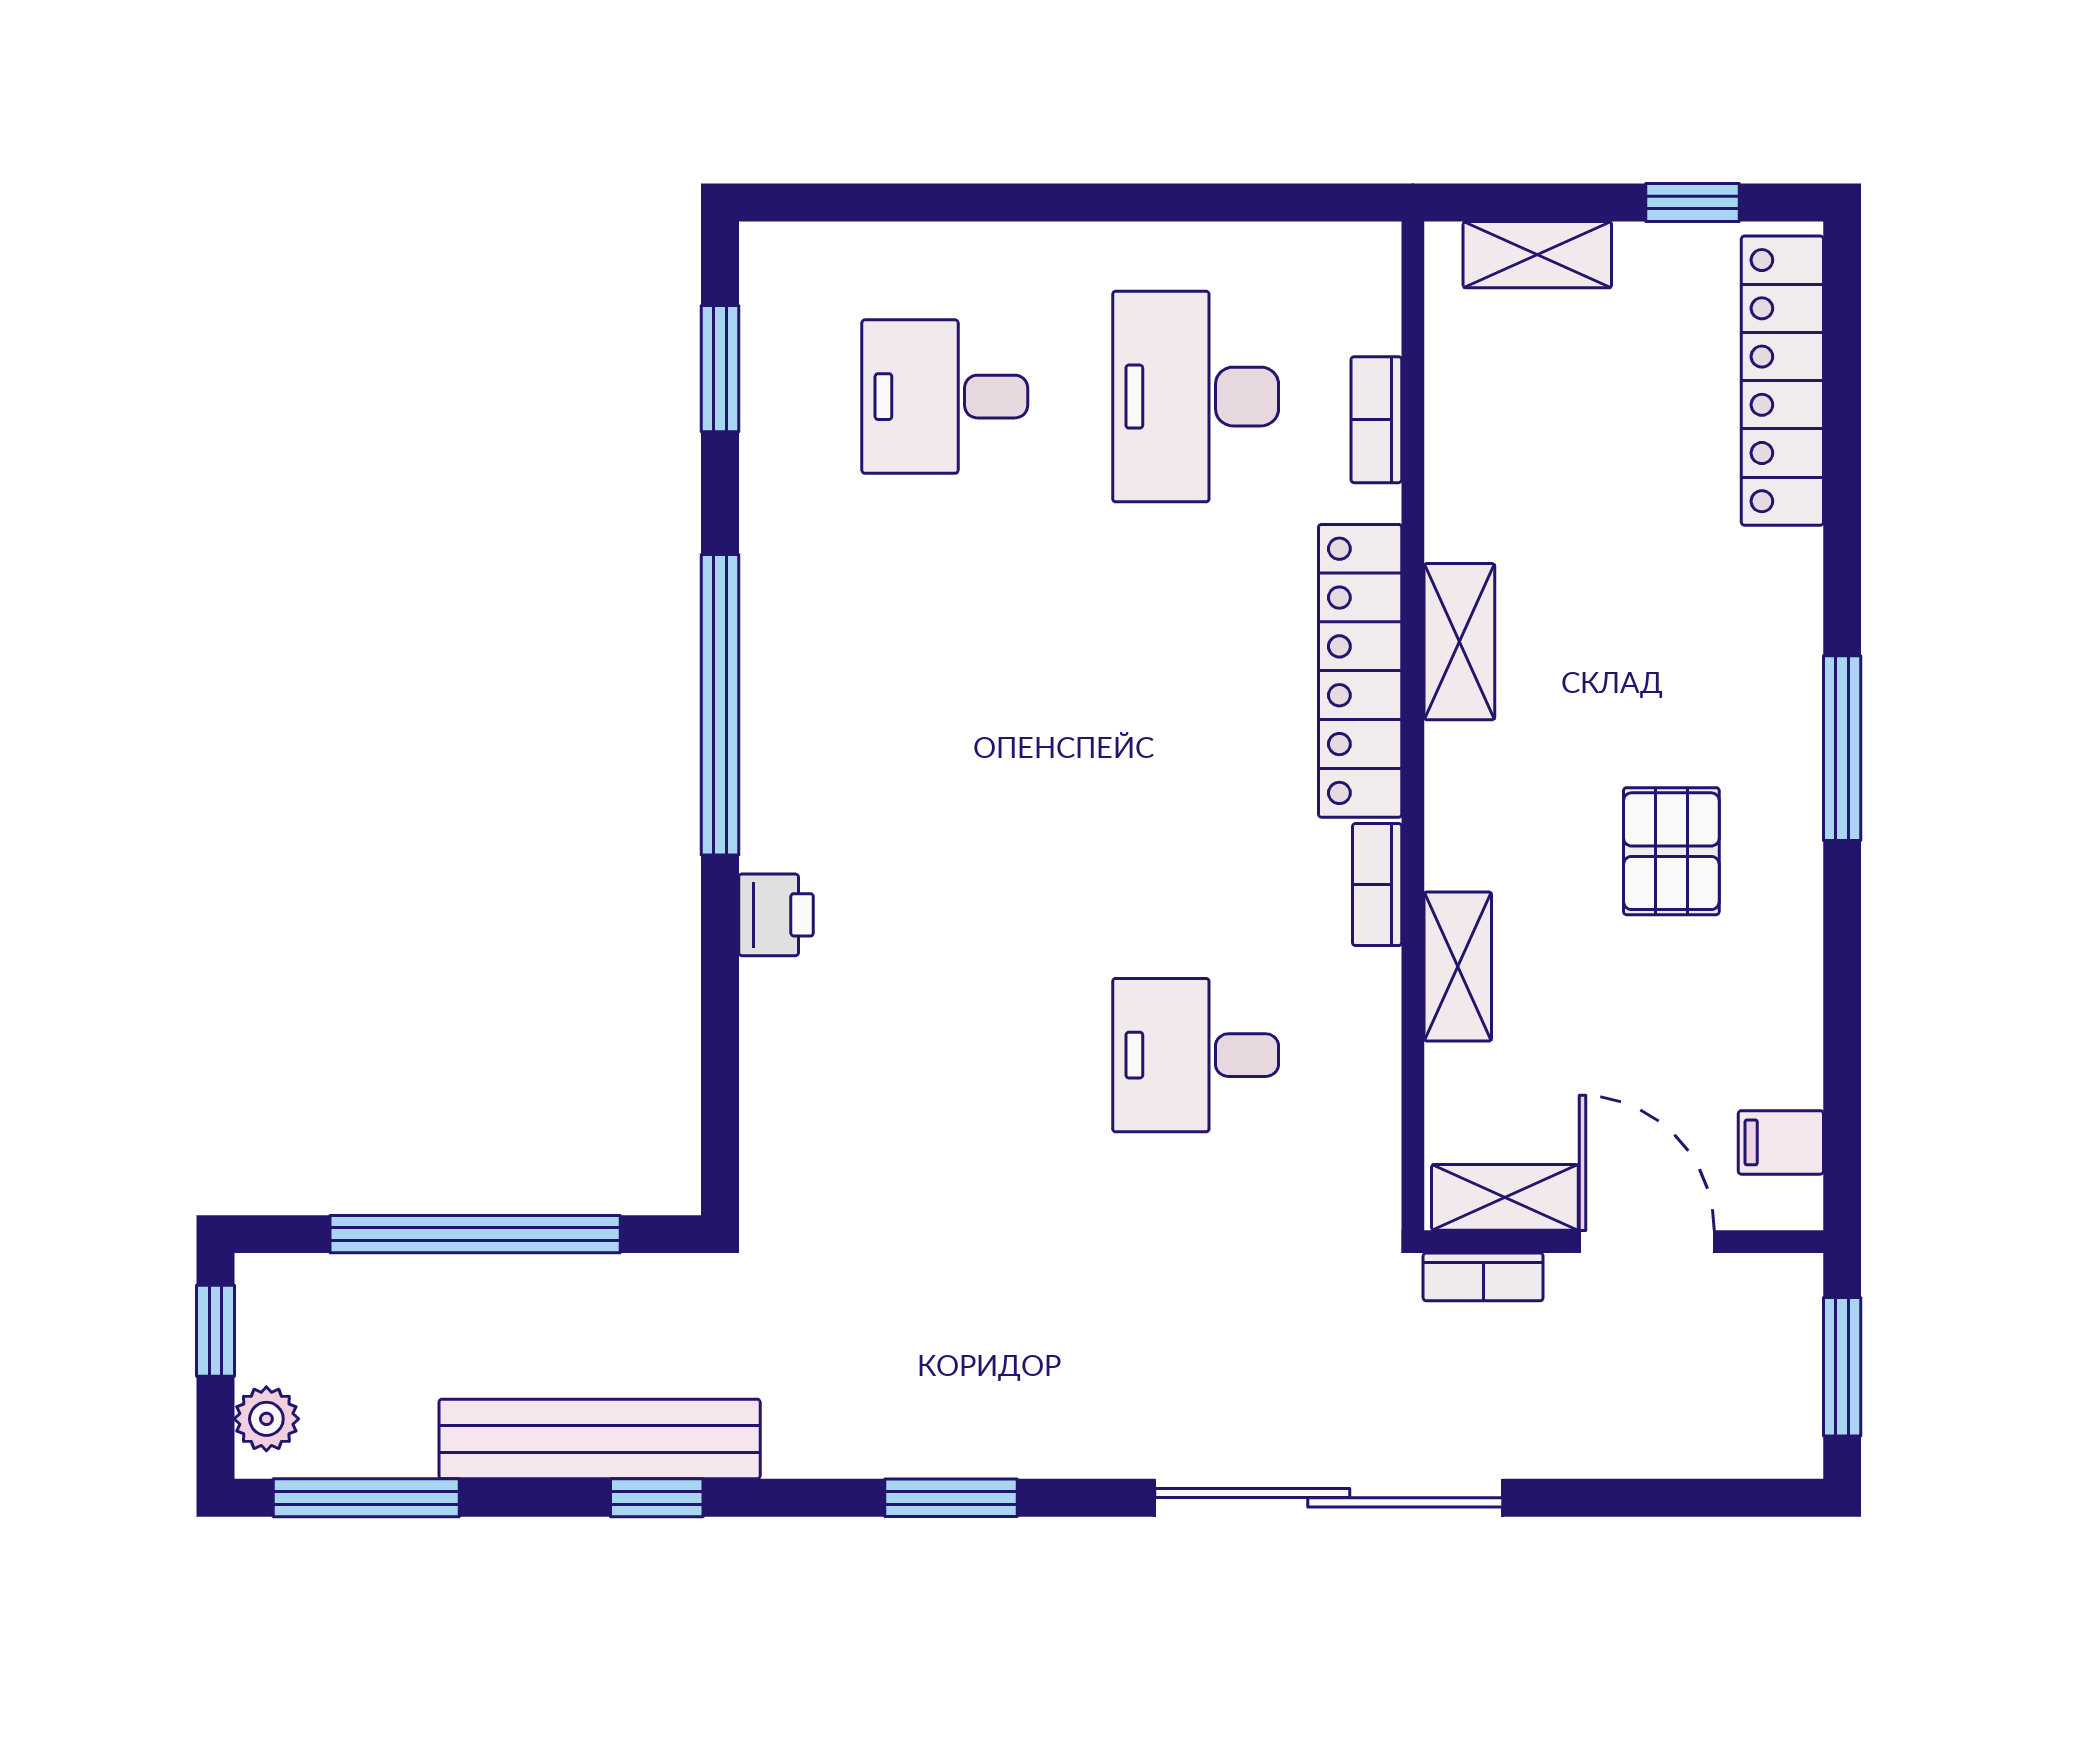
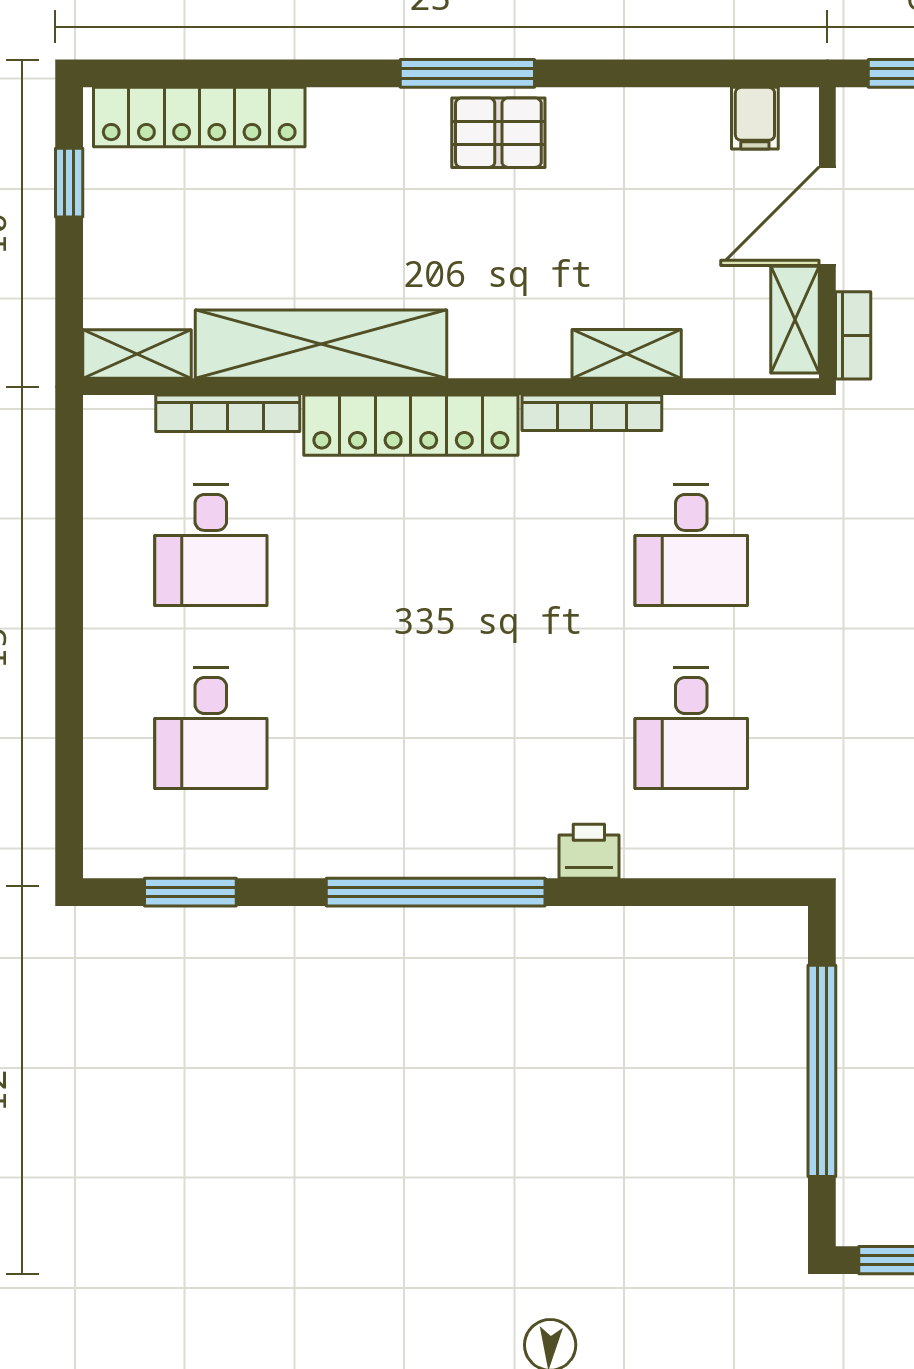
shelving: (1537, 255) -> (137, 354), moved, turned 90
desk: (1196, 397) -> (211, 545), width x0.73
bookcase: (1376, 420) -> (228, 413), width x1.56
shelving: (1459, 642) -> (321, 344), width x2.20, depth x1.33
pallet: (1671, 851) -> (498, 133), moved
bookcase: (1377, 885) -> (592, 413), width x1.56
desk: (945, 1055) -> (691, 728), added

